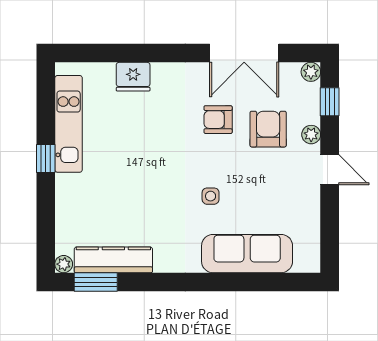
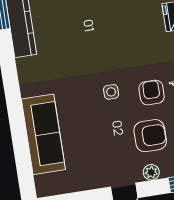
side table: (211, 196) -> (111, 92), moved

